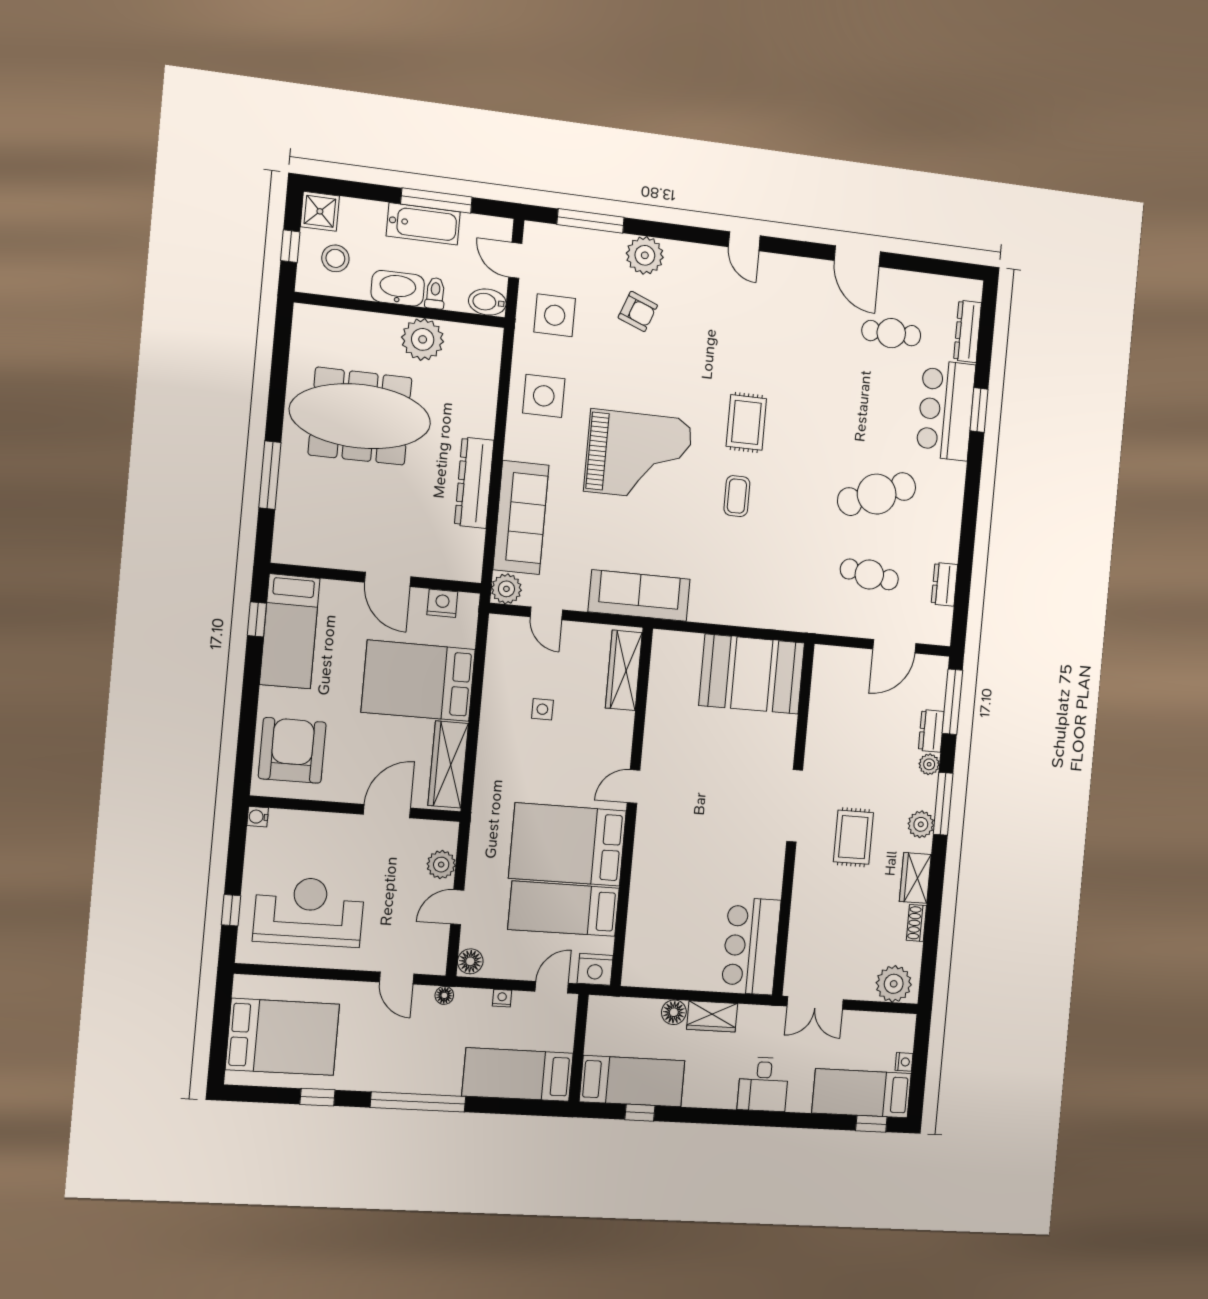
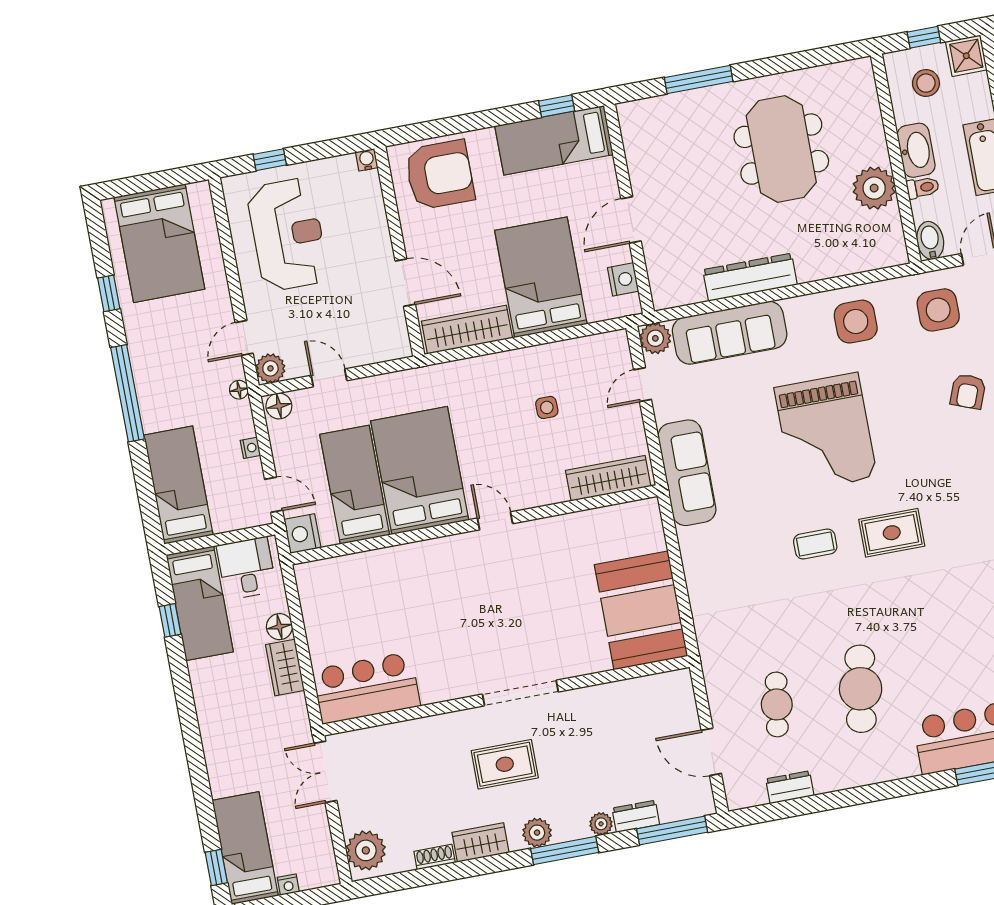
meeting table: (360, 416) -> (781, 149), width x0.73
cafe table: (877, 494) -> (861, 689), turned 30
plant: (441, 865) -> (270, 368), moved
desk: (763, 1084) -> (246, 568), moved, turned 90

